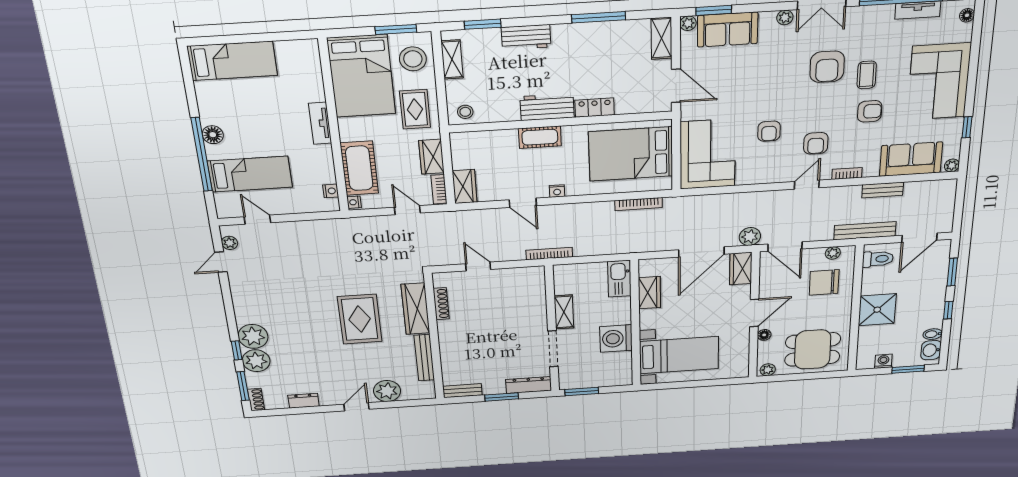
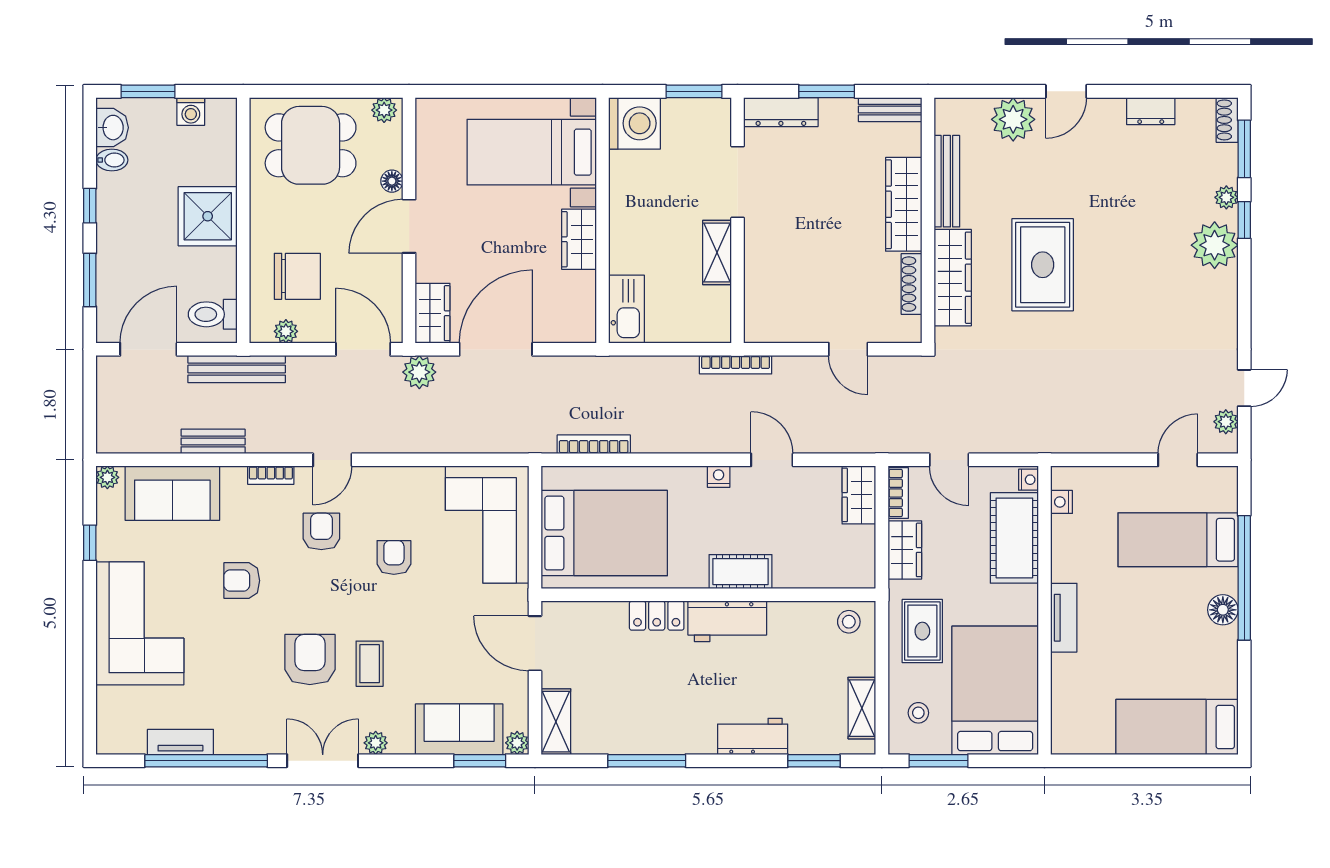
floor lamp: (967, 15) -> (107, 729), removed
stool: (413, 59) -> (918, 713), width x0.53, depth x0.53
coffee table: (867, 75) -> (370, 664), moved
door: (257, 220) -> (1178, 460), swing flipped
wardrobe: (649, 293) -> (579, 239), moved
washing machine: (616, 339) -> (634, 123), moved
wardrobe: (450, 344) -> (904, 204), added
plant: (256, 361) -> (1226, 197), width x0.53, depth x0.53

